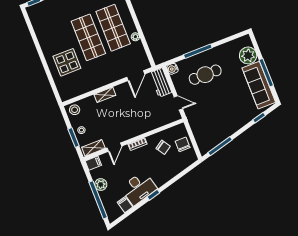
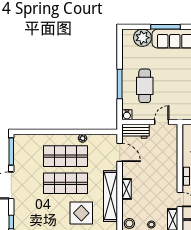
shelving: (93, 83) -> (111, 196), added

